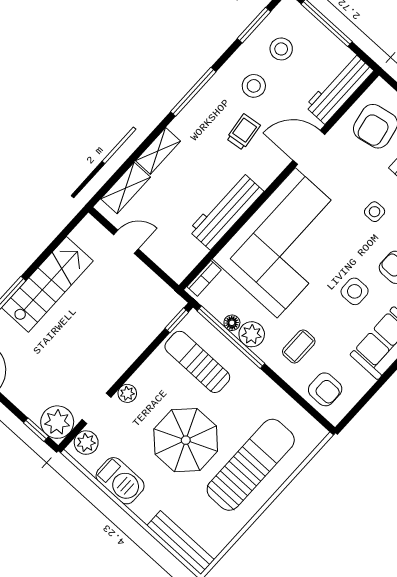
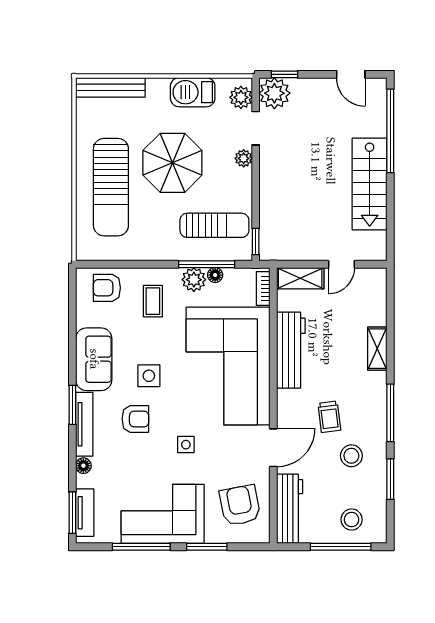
window: (254, 25) -> (390, 479), moved
stool: (281, 49) -> (352, 520), moved
shelving: (126, 188) -> (300, 278), moved, turned 90
window: (231, 337) -> (207, 264), width x0.68

